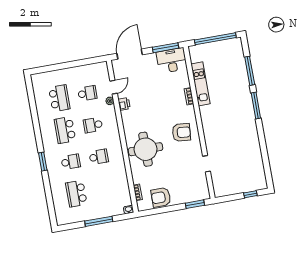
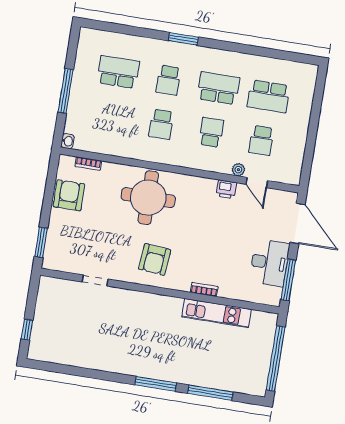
desk: (172, 60) -> (269, 263), moved

